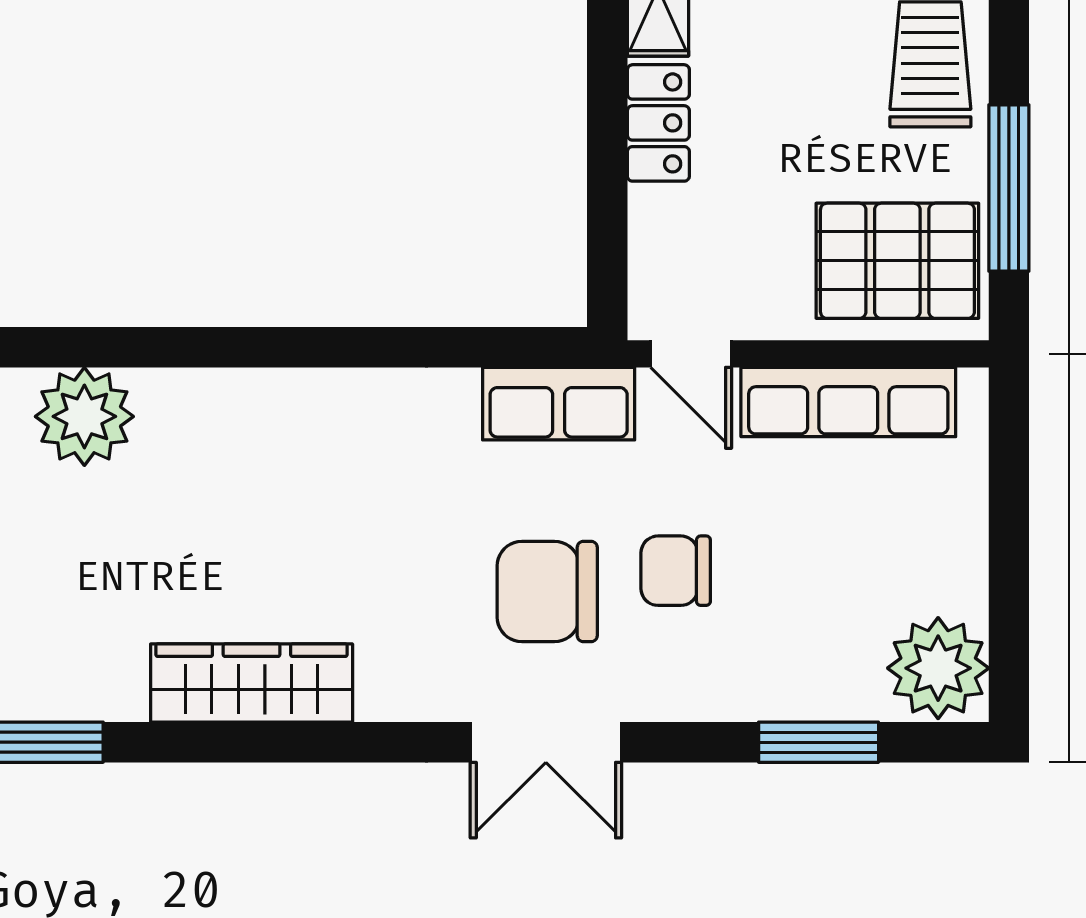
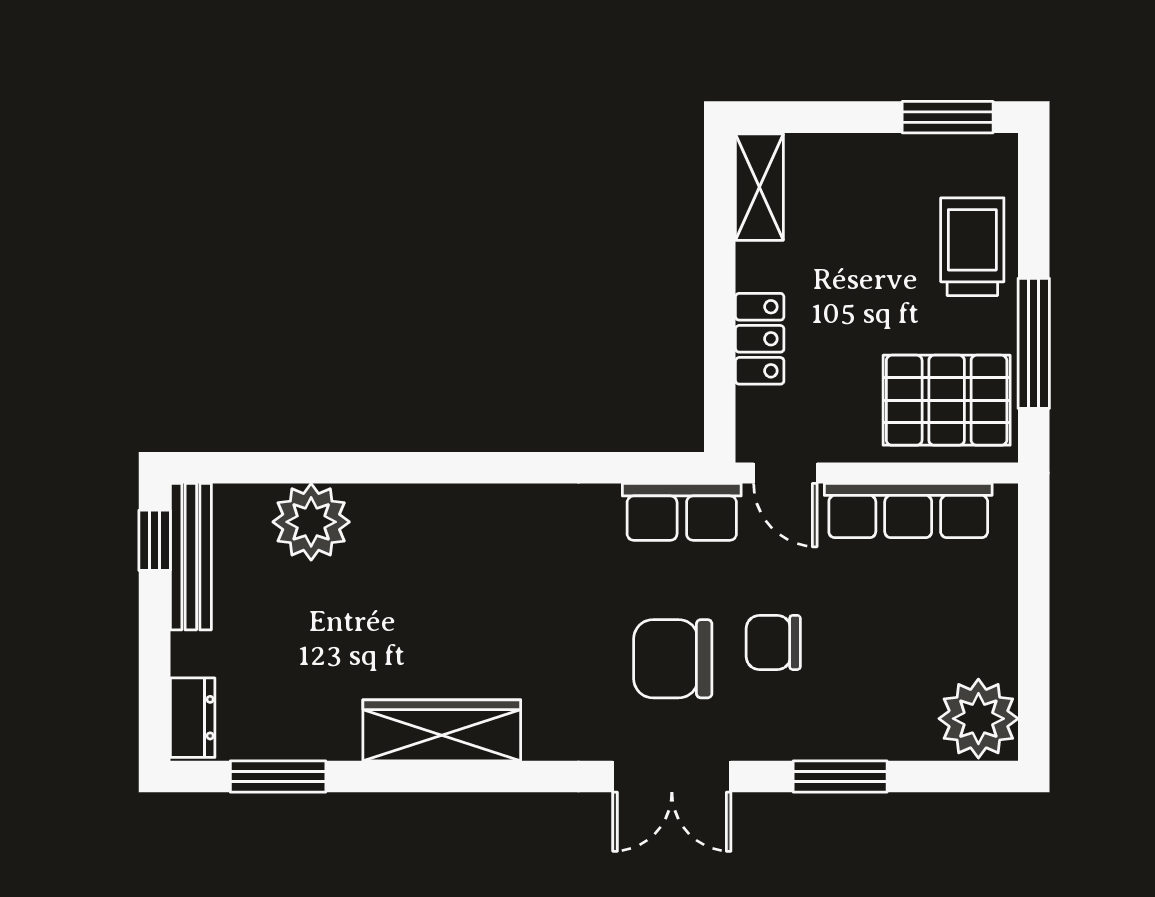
locker: (658, 123) -> (760, 339), moved
window: (819, 742) -> (840, 777), moved

